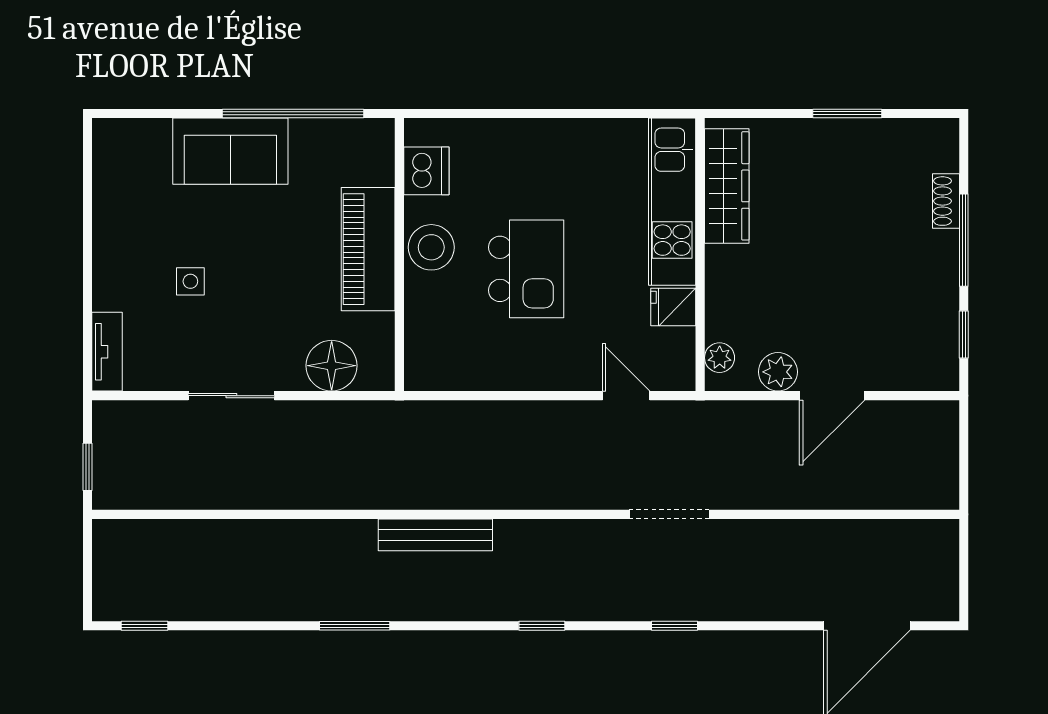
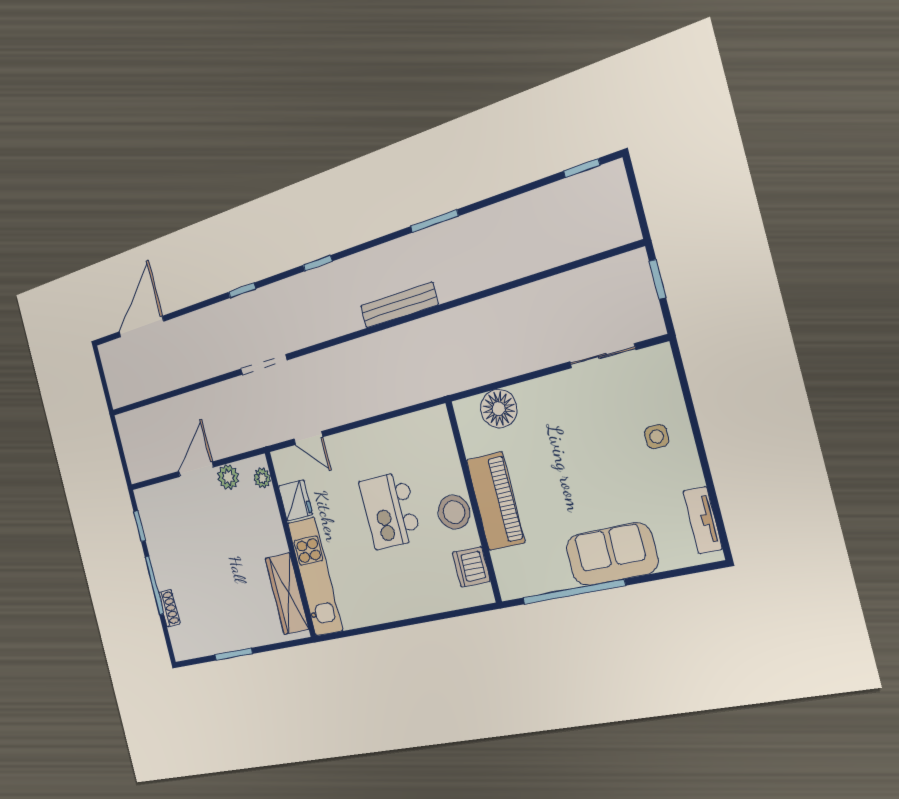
side table: (190, 281) -> (657, 437), moved
fridge: (673, 307) -> (295, 500), width x1.38
tv unit: (107, 352) -> (703, 520), moved
sliding door: (231, 396) -> (603, 356), moved

